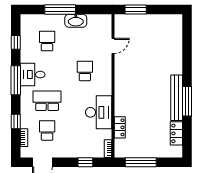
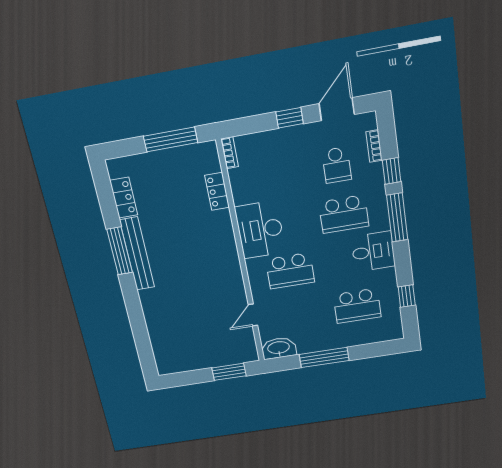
window: (60, 9) -> (324, 357), moved
washbasin: (76, 21) -> (279, 348), moved
school desk: (47, 41) -> (357, 306), width x1.85
school desk: (85, 71) -> (290, 271), width x1.85
window: (16, 80) -> (397, 218), moved
desk: (99, 112) -> (260, 230), moved
window: (85, 162) -> (290, 118), moved

